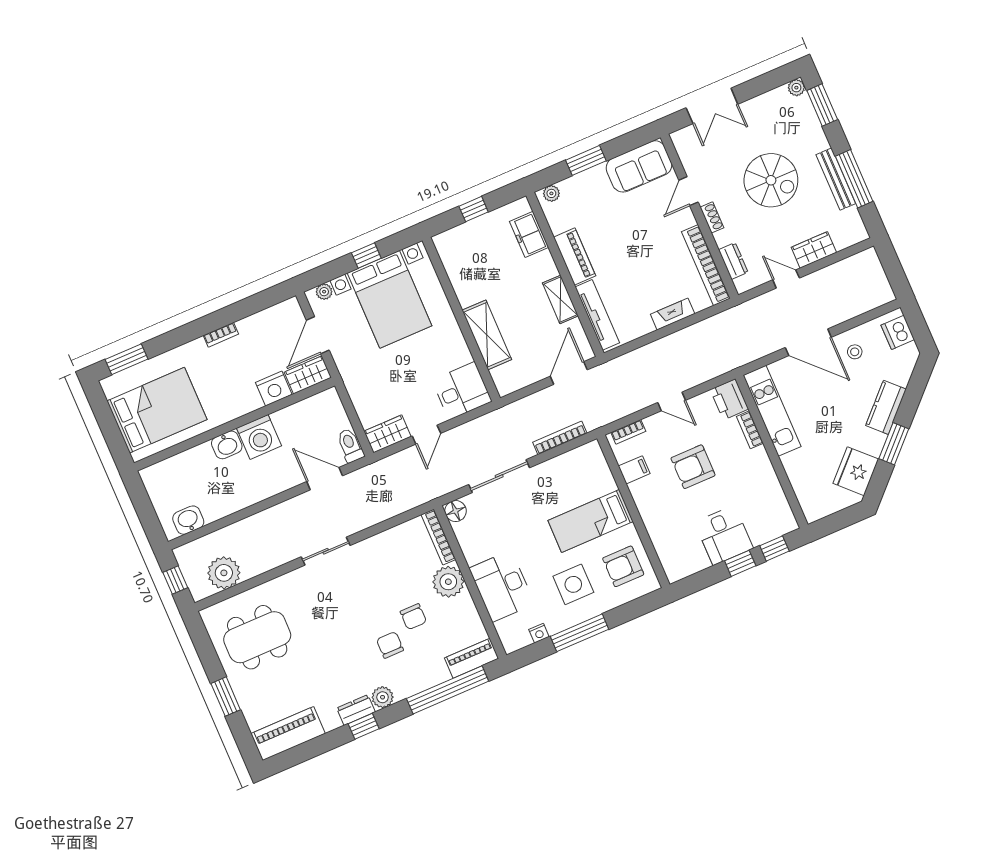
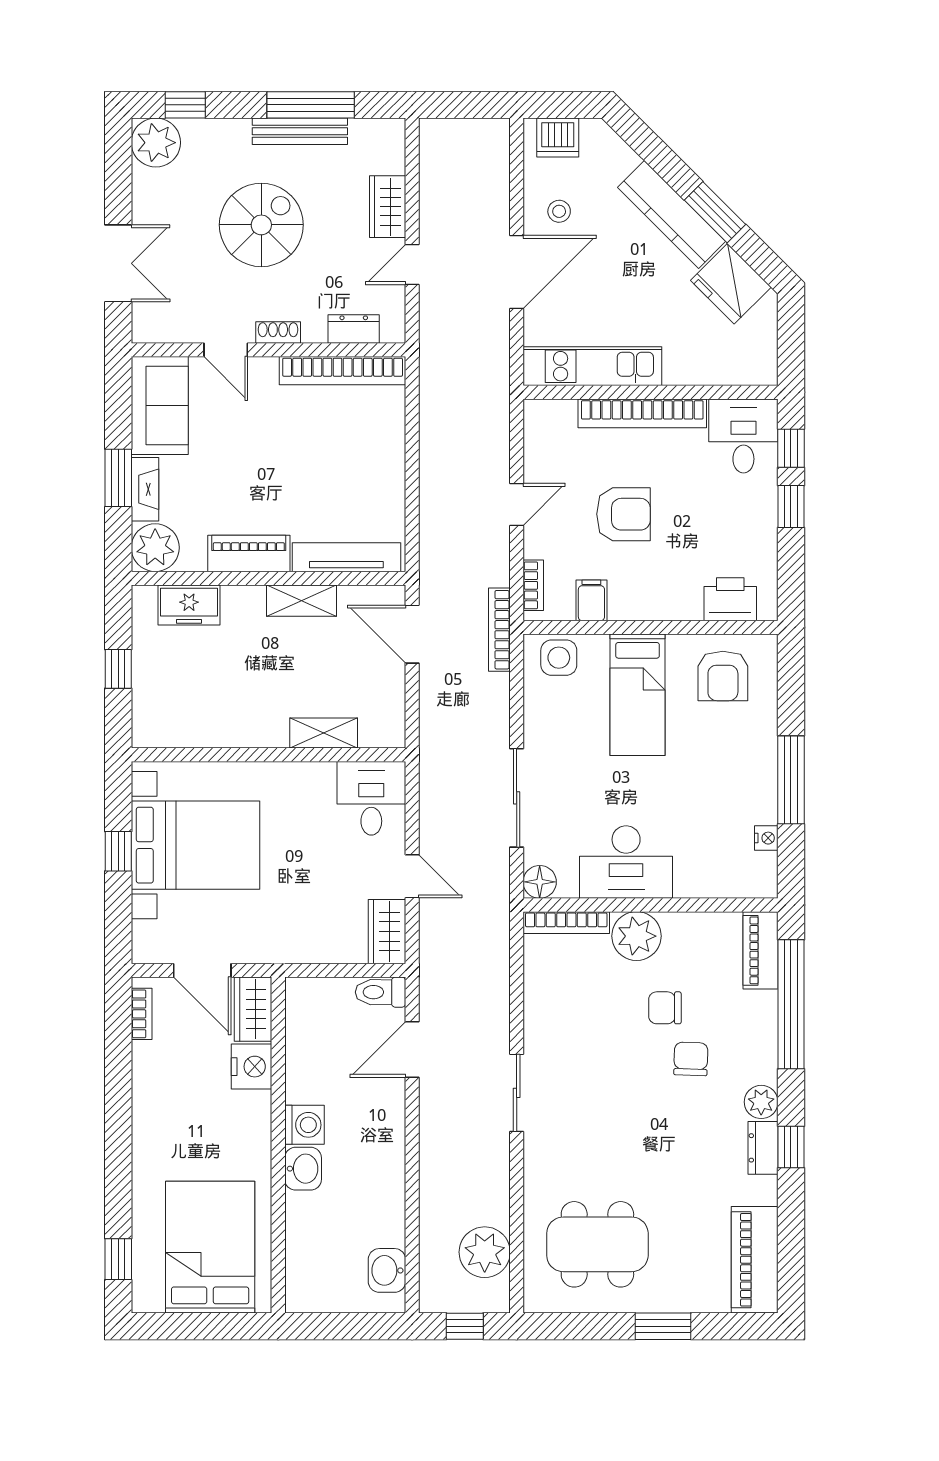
plant: (796, 88) -> (156, 143), width x1.87, depth x1.87
window: (822, 105) -> (185, 105), width x0.67
plant: (551, 193) -> (155, 548), width x1.88, depth x1.88
plant: (324, 292) -> (144, 934), removed
fireplace: (673, 314) -> (145, 489), moved, turned 180
bookcase: (221, 335) -> (142, 1014), moved
shelving: (487, 335) -> (324, 733), width x0.67, depth x0.75
window: (127, 359) -> (118, 1259), width x0.67
printer: (729, 399) -> (730, 599), moved, turned 180
kitchen counter: (886, 407) -> (671, 214), width x1.50
bookcase: (750, 430) -> (642, 413), width x2.31, depth x1.31
washing machine: (259, 437) -> (304, 1125), width x0.73, depth x0.73
bookcase: (560, 438) -> (499, 630), moved
armchair: (693, 467) -> (623, 514), turned -90
desk: (724, 535) -> (743, 436), moved, turned -90
side table: (573, 584) -> (559, 658), moved, width x0.73, depth x0.73
desk: (502, 586) -> (626, 862), moved
chair: (413, 617) -> (665, 1008), turned 180
dining table: (257, 637) -> (597, 1244), turned 90
chair: (390, 645) -> (691, 1059), turned 92

